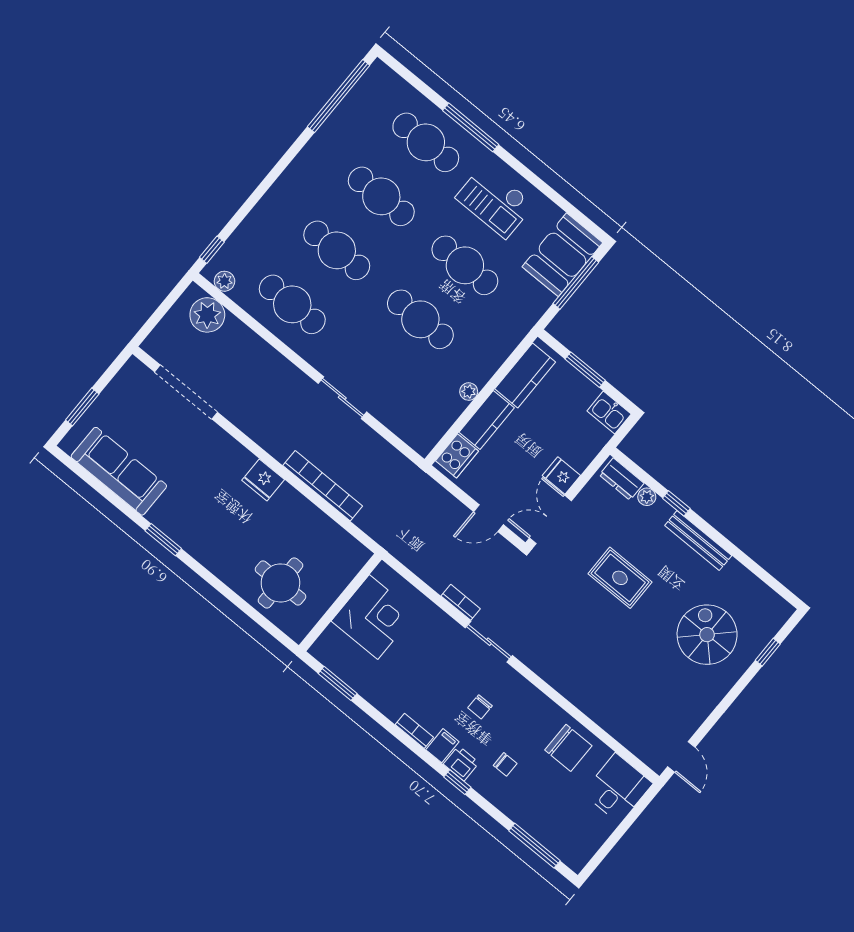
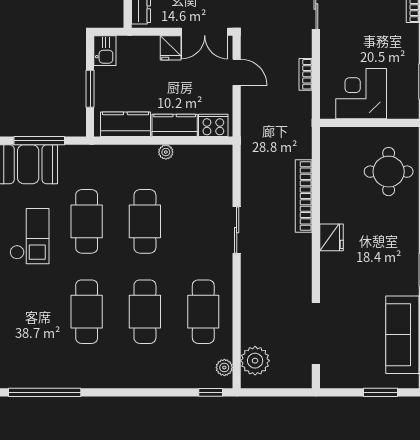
cafe table: (426, 142) -> (28, 312), removed
bookcase: (461, 602) -> (306, 74), moved

